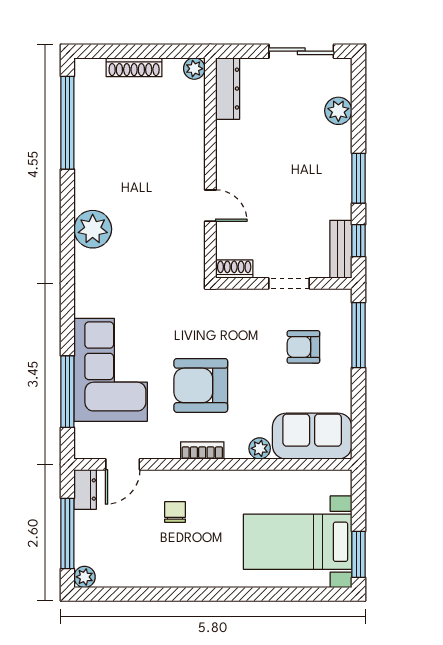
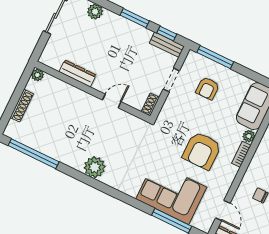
dresser: (228, 89) -> (78, 73), moved
bookcase: (202, 450) -> (241, 154), moved

